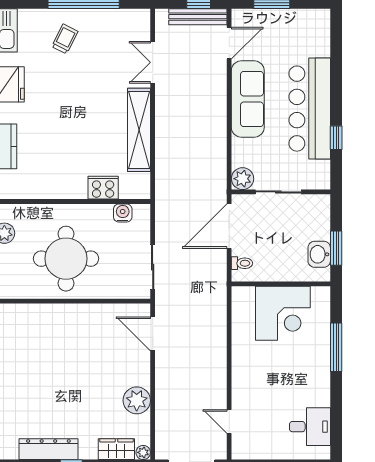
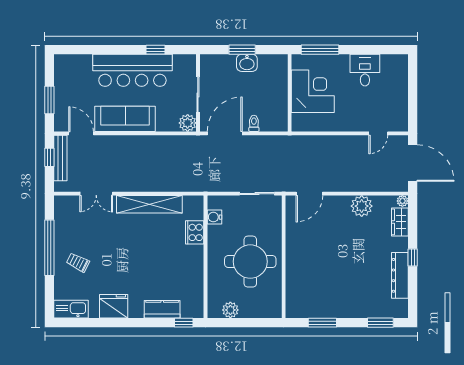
door: (229, 226) -> (225, 133), swing flipped
wall: (281, 284) -> (290, 93), moved
corner desk: (283, 313) -> (313, 91), moved
desk: (310, 427) -> (365, 70), moved

